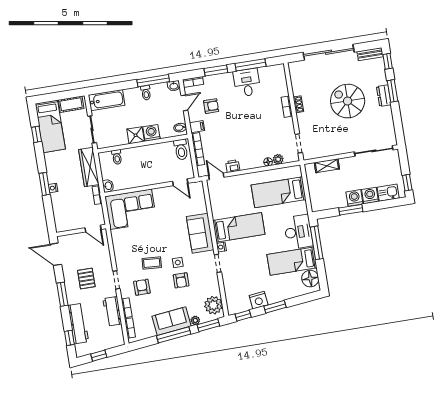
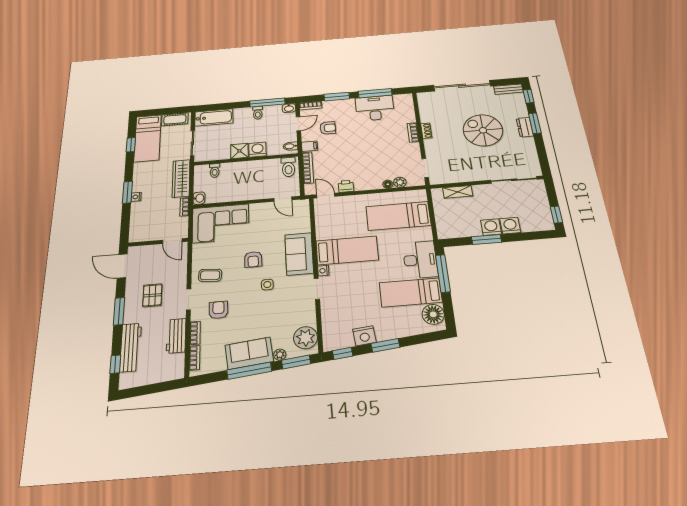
desk: (247, 83) -> (375, 108), width x1.37
kitchen sink: (388, 193) -> (533, 224), removed
coffee table: (152, 263) -> (210, 275), moved
armchair: (181, 280) -> (253, 259), moved
window: (99, 356) -> (148, 390), removed

